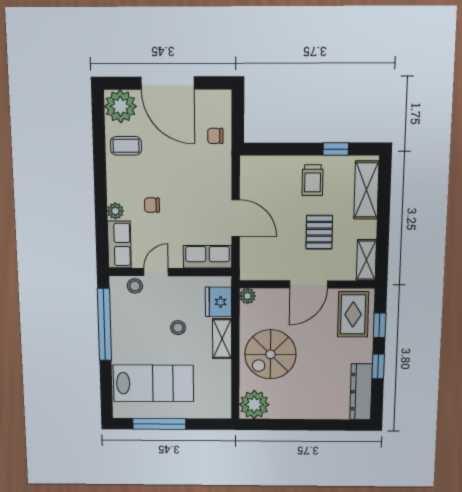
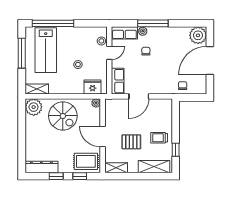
coffee table: (126, 146) -> (177, 38), removed
window: (101, 192) -> (153, 23), added
door: (156, 272) -> (109, 53), hinge flipped
window: (104, 325) -> (53, 23), moved
shelving: (222, 339) -> (37, 89), moved
spiral stairs: (270, 354) -> (63, 116), turned 180

